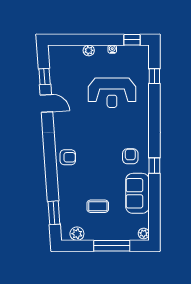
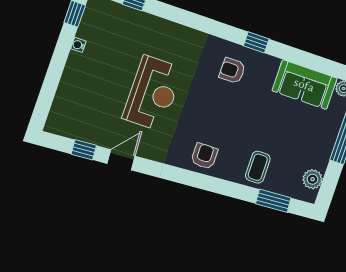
plant: (89, 50) -> (69, 78), removed
reception desk: (112, 93) -> (153, 93), moved
sofa: (137, 193) -> (304, 85), moved
coffee table: (98, 206) -> (258, 167), moved

